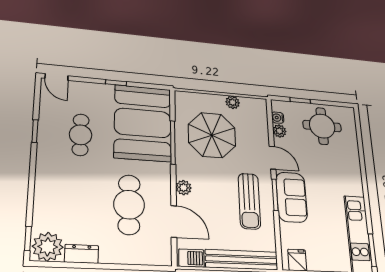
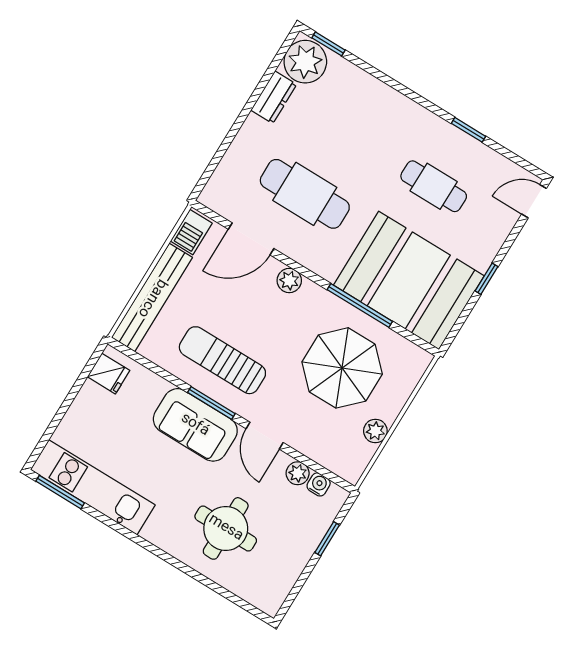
round table: (322, 126) -> (226, 528), moved
door: (273, 158) -> (265, 436), hinge flipped

